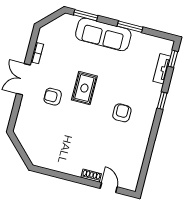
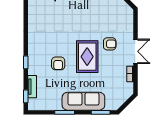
rug: (84, 88) -> (87, 57), width x1.36, depth x1.43
armchair: (122, 113) -> (58, 63), moved

